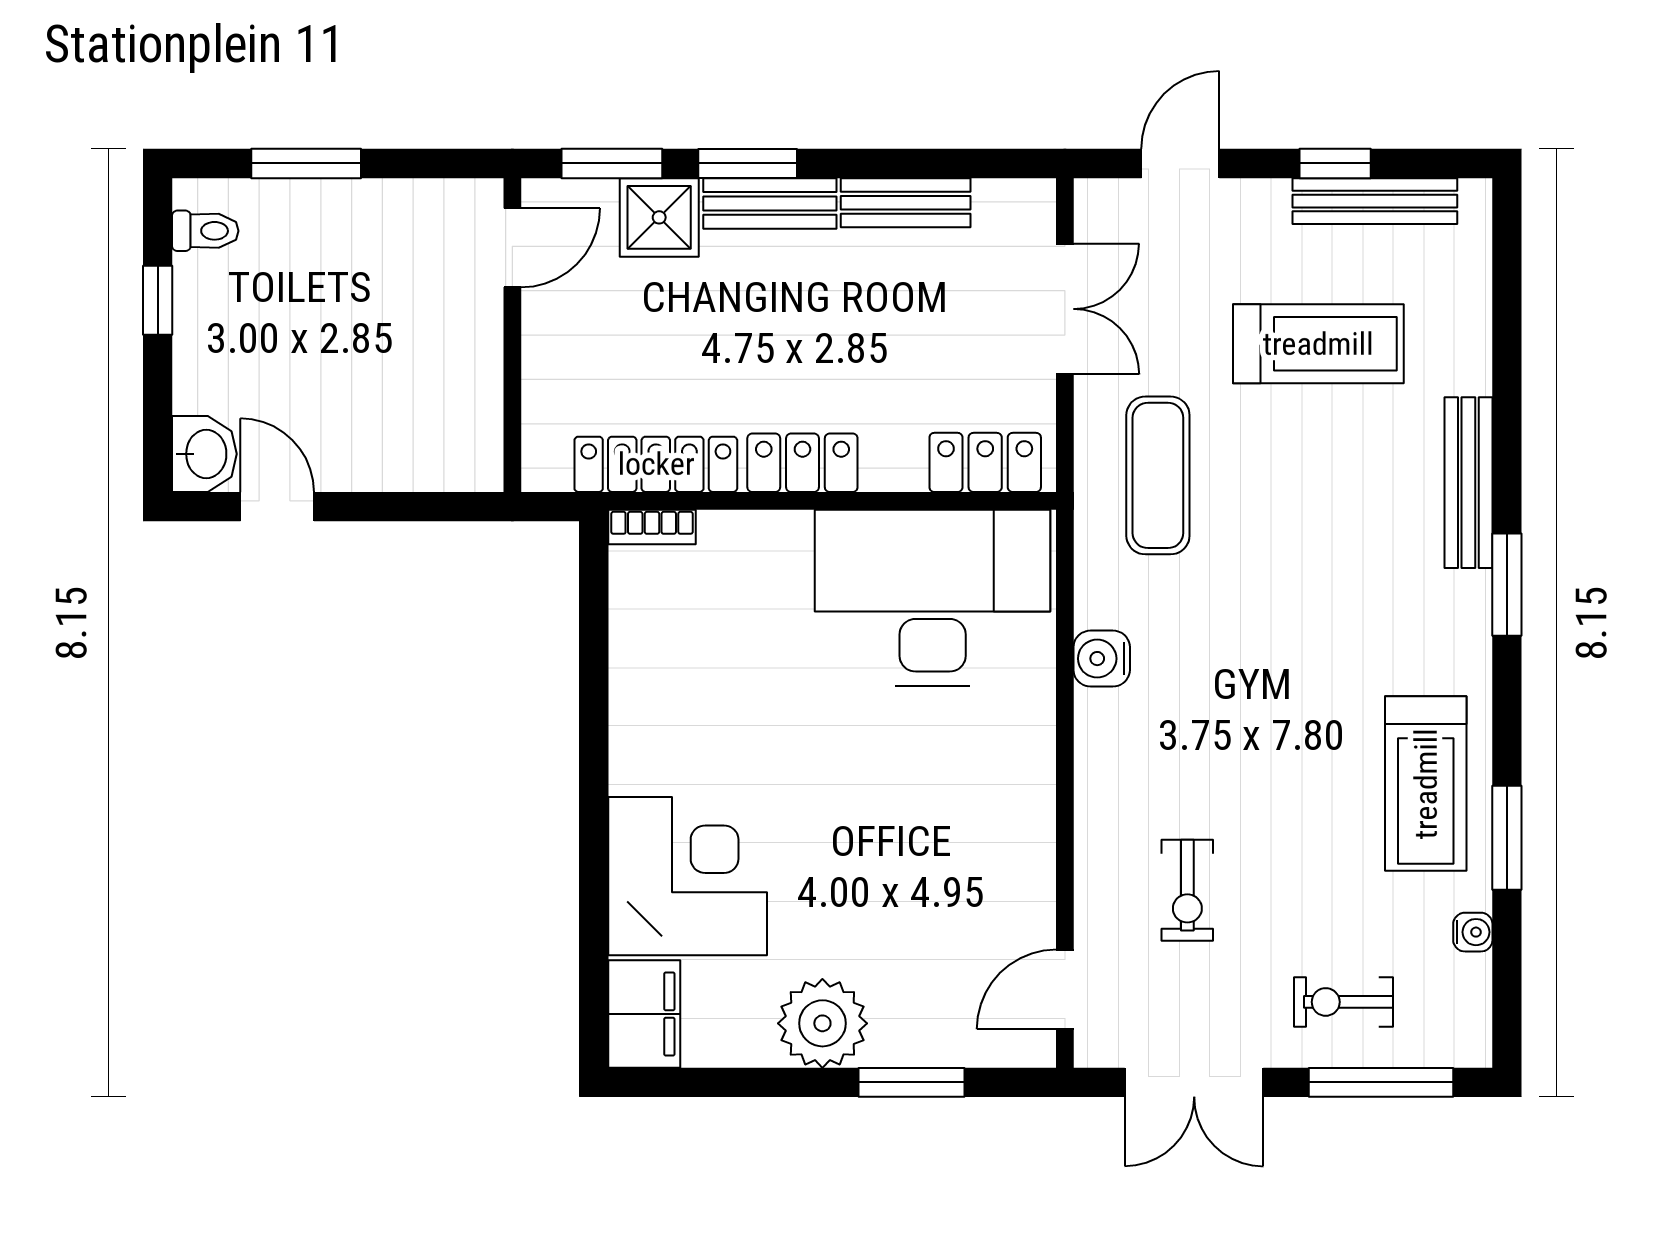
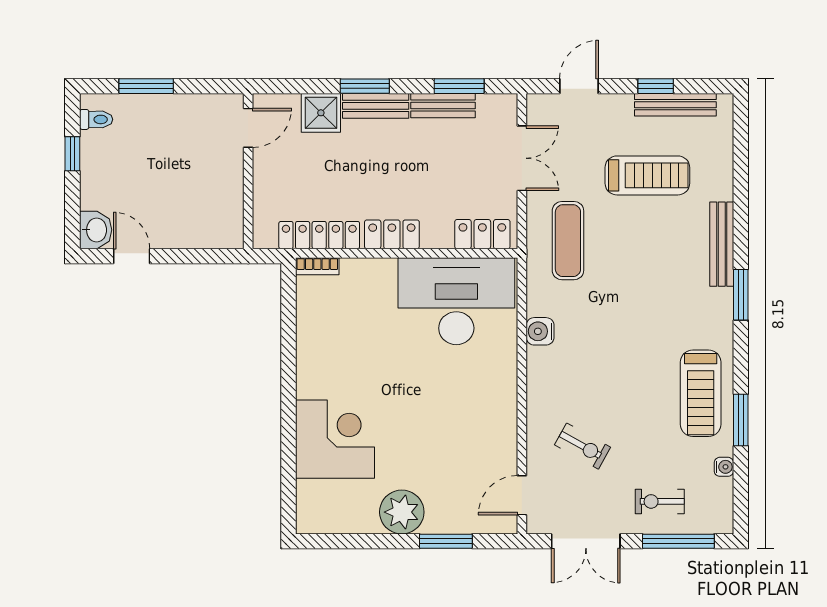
window: (612, 163) -> (459, 86), moved
exercise bike: (1187, 890) -> (583, 446), turned -61
filing cabinet: (644, 1014) -> (313, 507), removed

